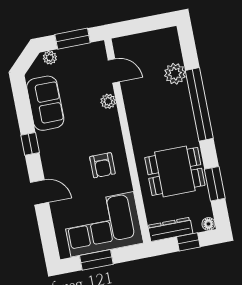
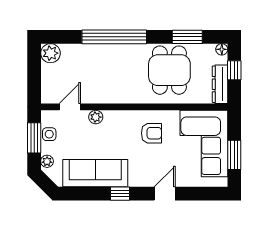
side table: (80, 54) -> (49, 134), added
plant: (175, 74) -> (50, 53), moved
sofa: (45, 103) -> (95, 173), width x1.36

